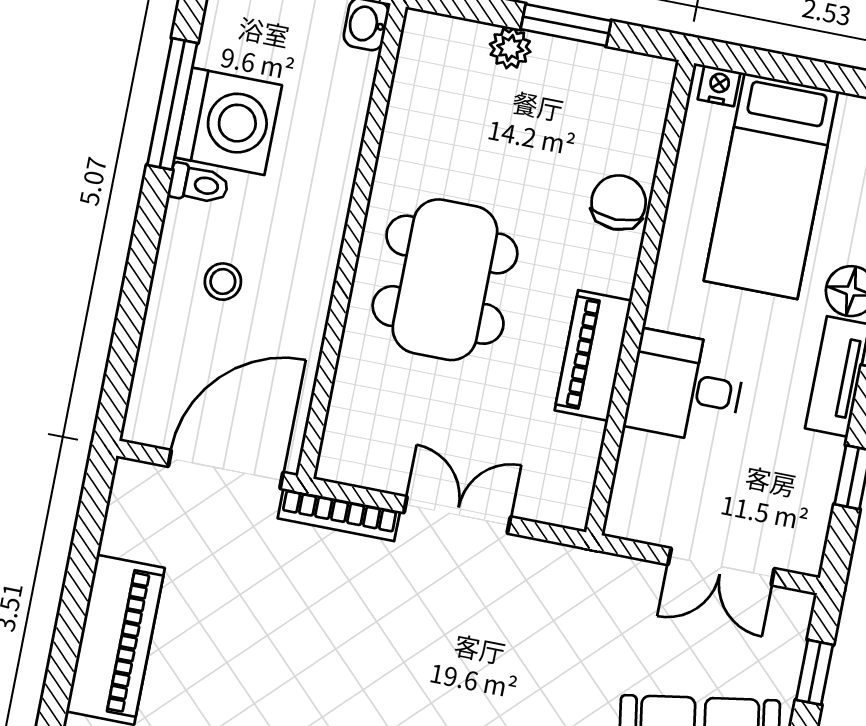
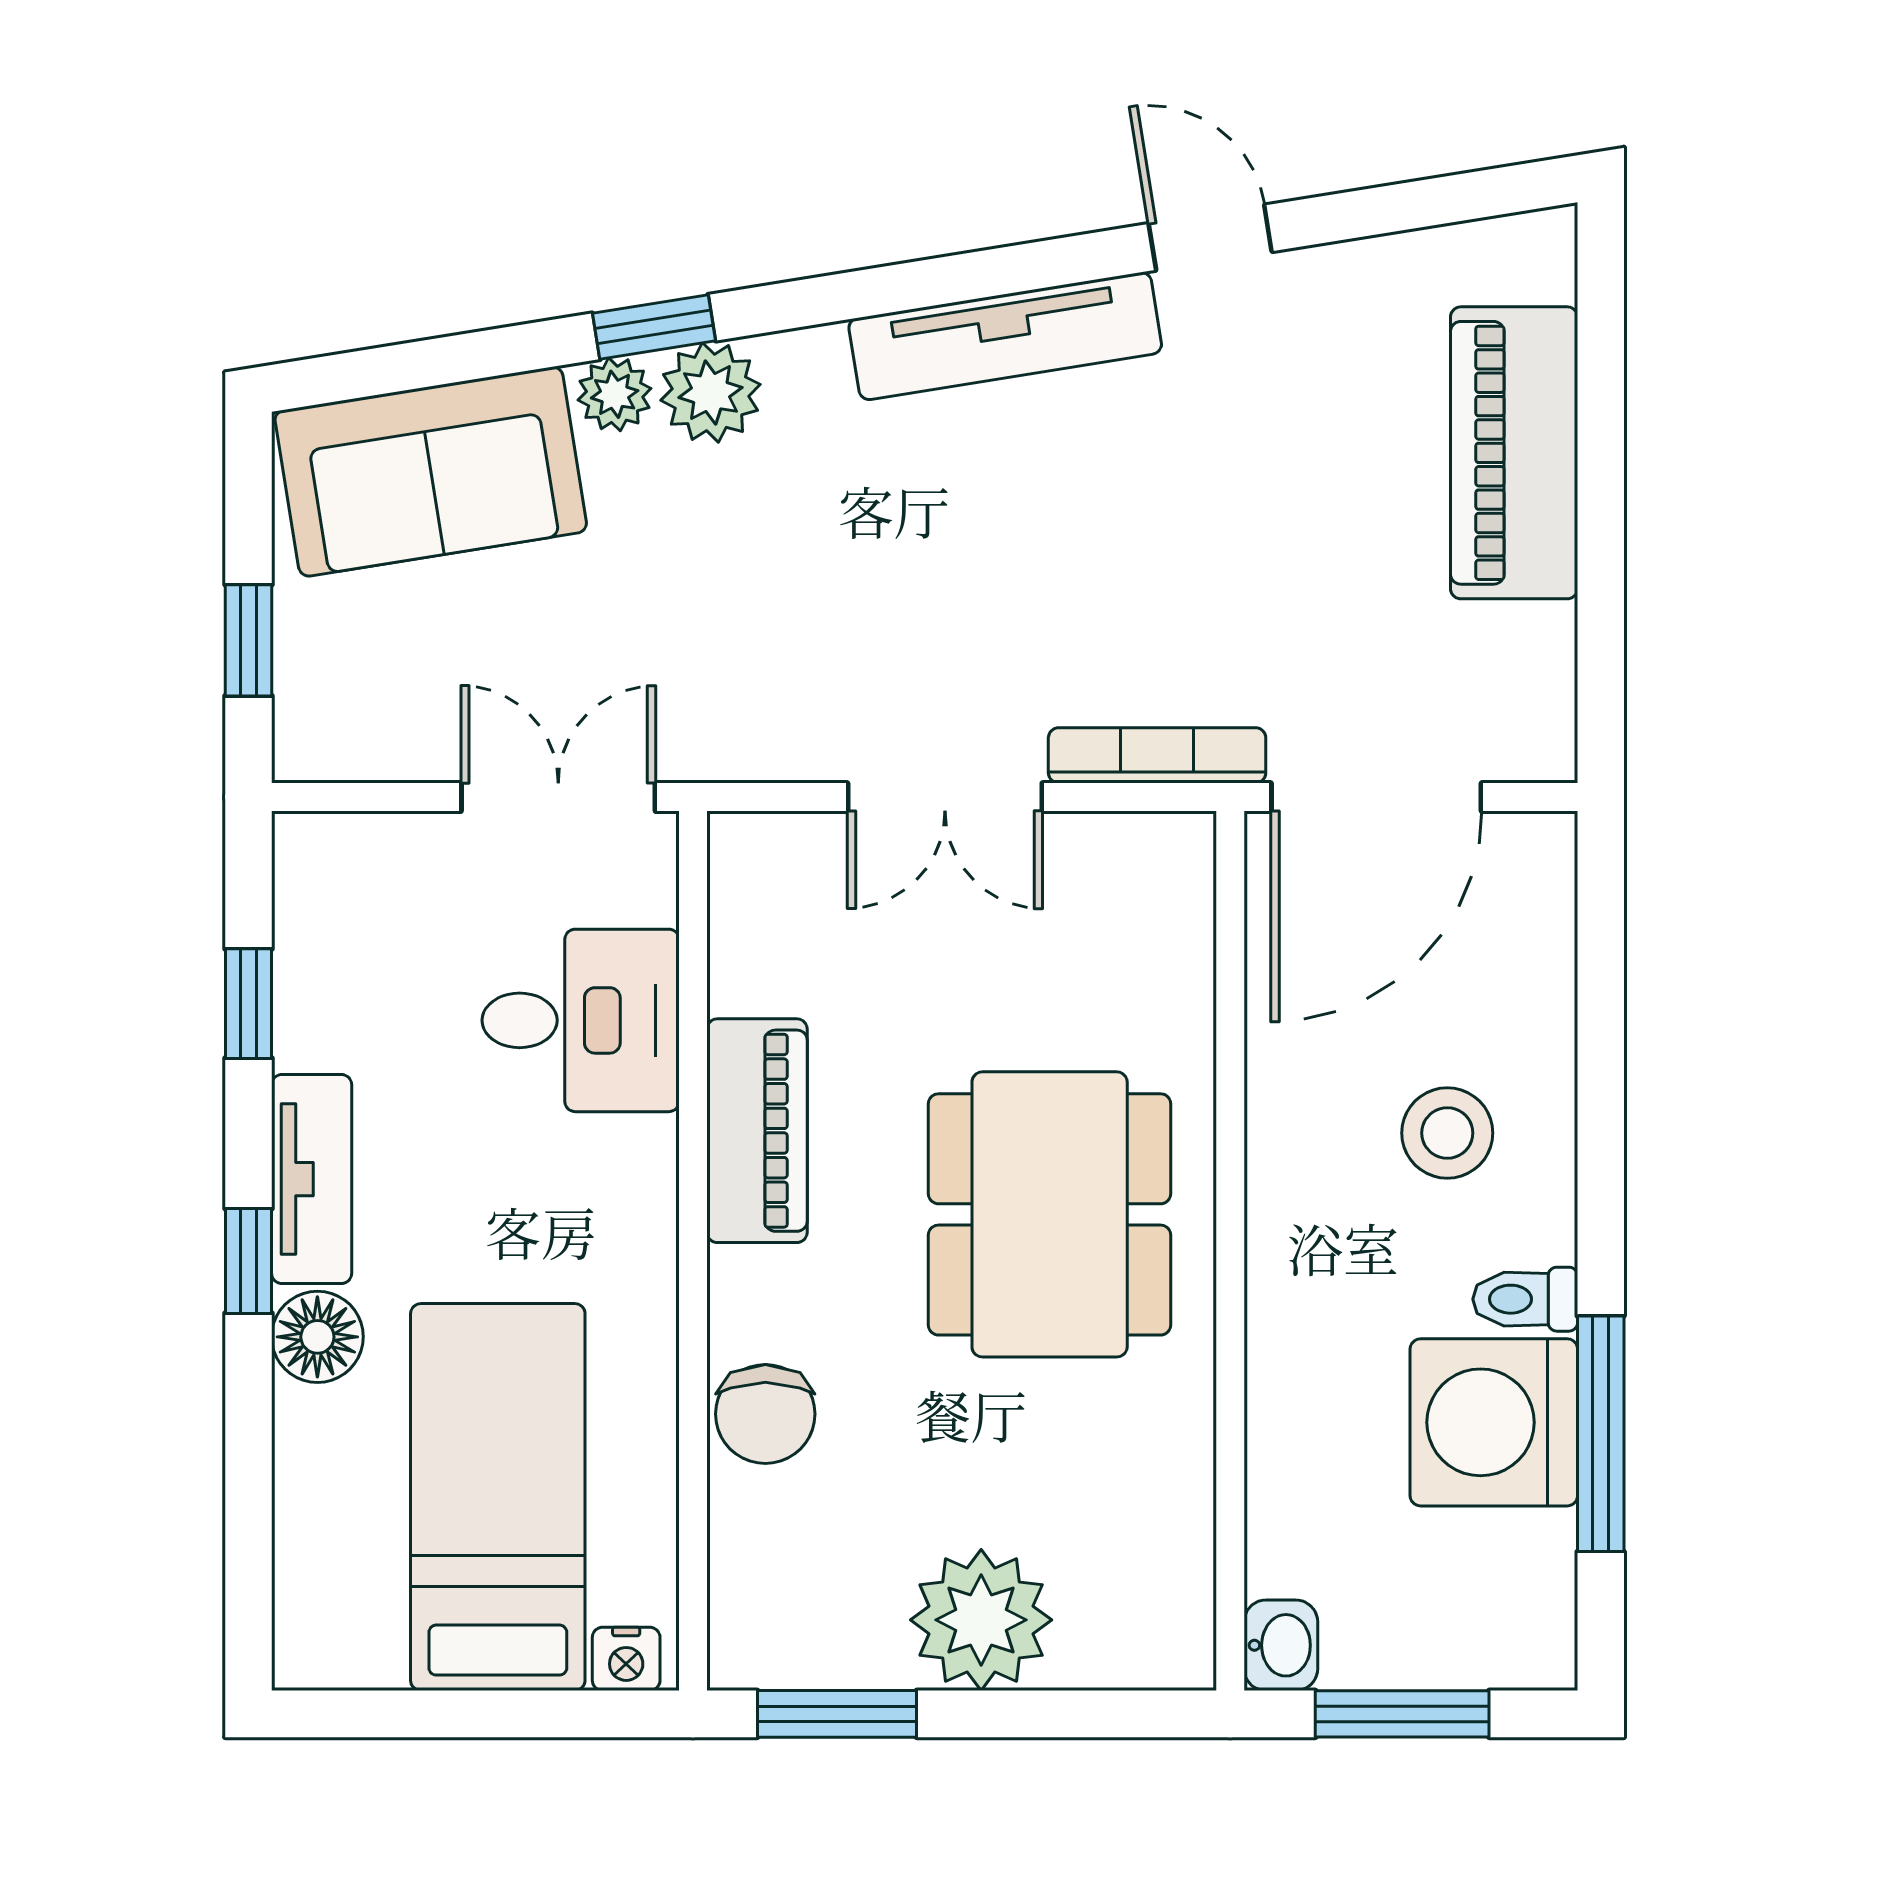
window: (566, 25) -> (837, 1714), moved
plant: (510, 48) -> (981, 1620), width x1.87, depth x1.87
stool: (223, 282) -> (1447, 1133), width x1.37, depth x1.37
desk: (685, 387) -> (581, 1020), moved
double door: (721, 567) -> (558, 797), moved

